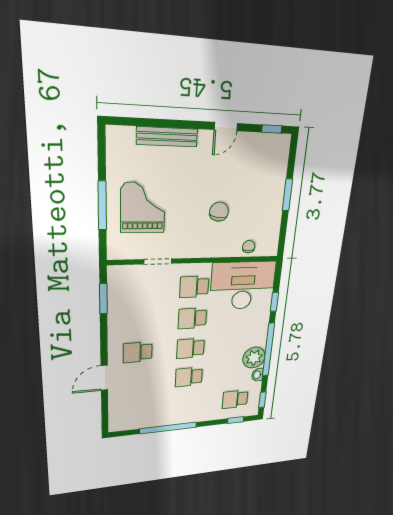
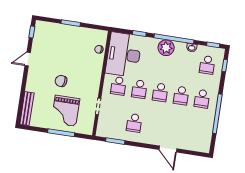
door: (226, 127) -> (28, 59), swing flipped
bench: (167, 137) -> (27, 109), moved
grand piano: (143, 208) -> (66, 111), turned -90
chair: (219, 212) -> (61, 81), moved
school desk: (138, 352) -> (134, 123), moved
plant: (254, 358) -> (166, 48), moved
school desk: (187, 404) -> (202, 99), added

